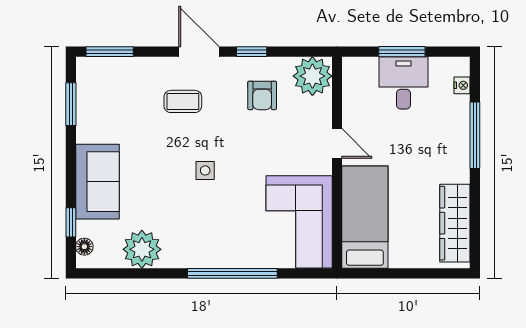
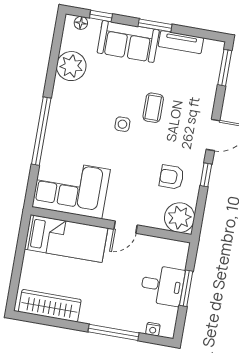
coffee table: (183, 101) -> (153, 108), moved
window: (71, 104) -> (155, 25), moved
tv unit: (87, 114) -> (181, 42), added

